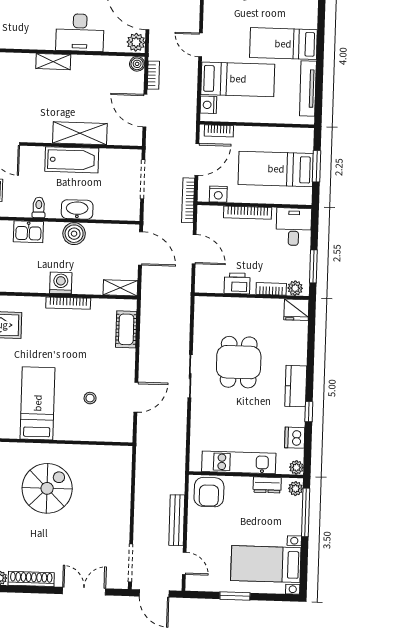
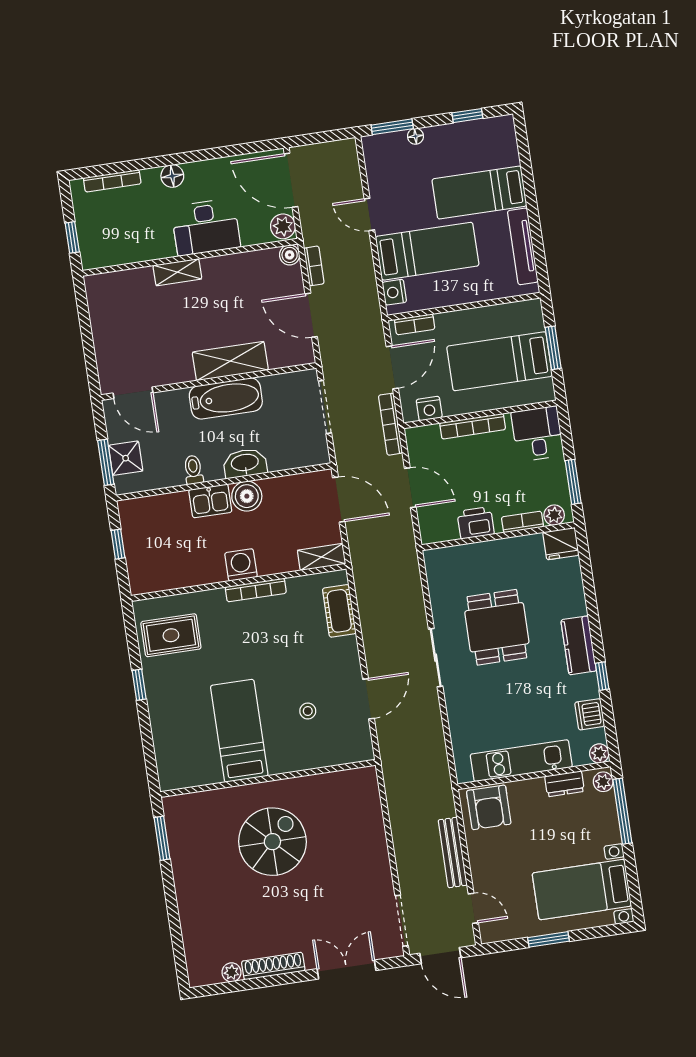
kitchen sink: (28, 232) -> (210, 501), moved

